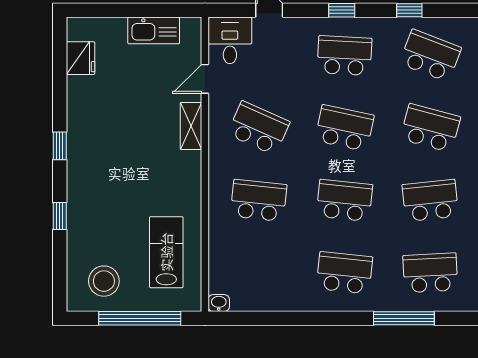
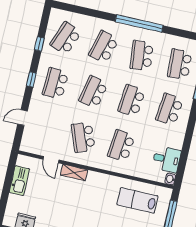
desk: (230, 40) -> (167, 159), moved, turned 180
school desk: (259, 128) -> (83, 137), turned -45

